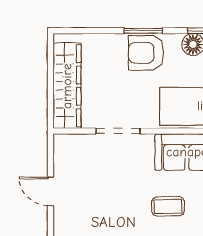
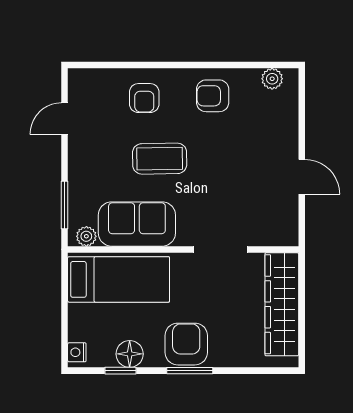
armchair: (146, 53) -> (186, 344), turned -90
coffee table: (168, 206) -> (160, 159), width x1.36, depth x1.30

